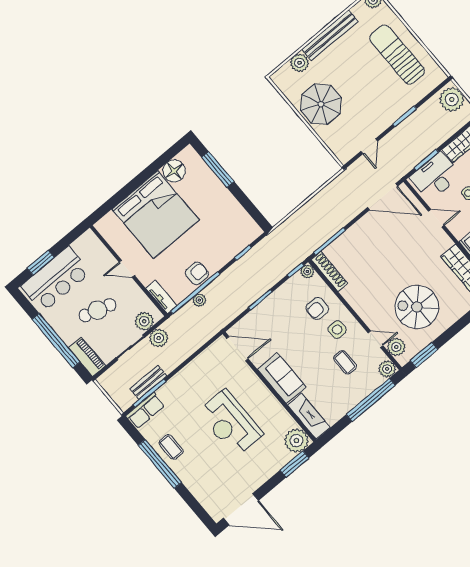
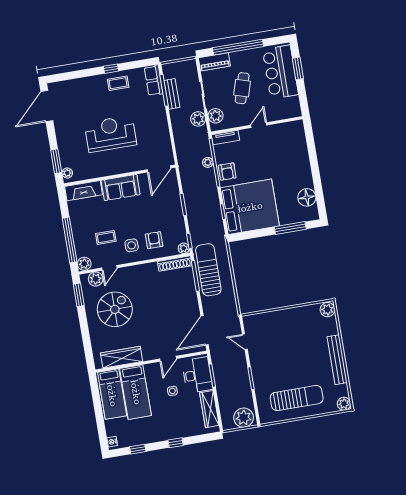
plant: (299, 63) -> (327, 310), moved
parasol: (321, 104) -> (293, 326), removed
bed: (156, 215) -> (250, 207), moved, turned 180
sun lounger: (315, 231) -> (208, 270), added
plant: (296, 441) -> (67, 173), width x0.53, depth x0.53
window: (160, 464) -> (111, 69), width x0.32

